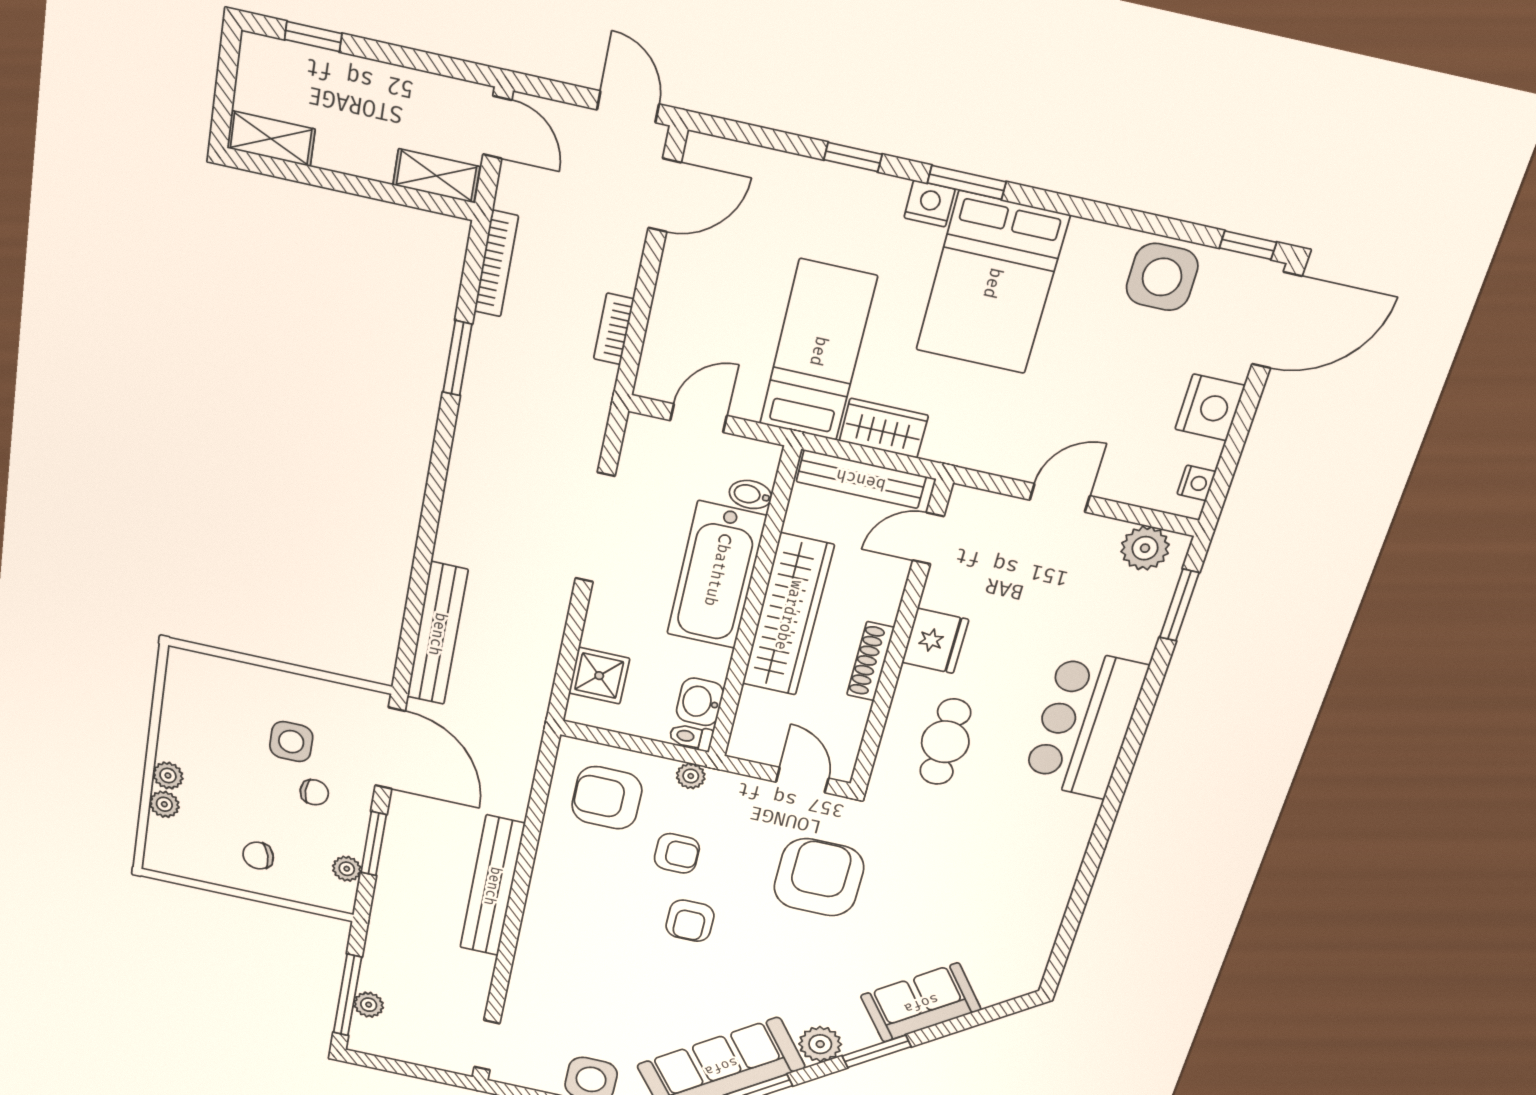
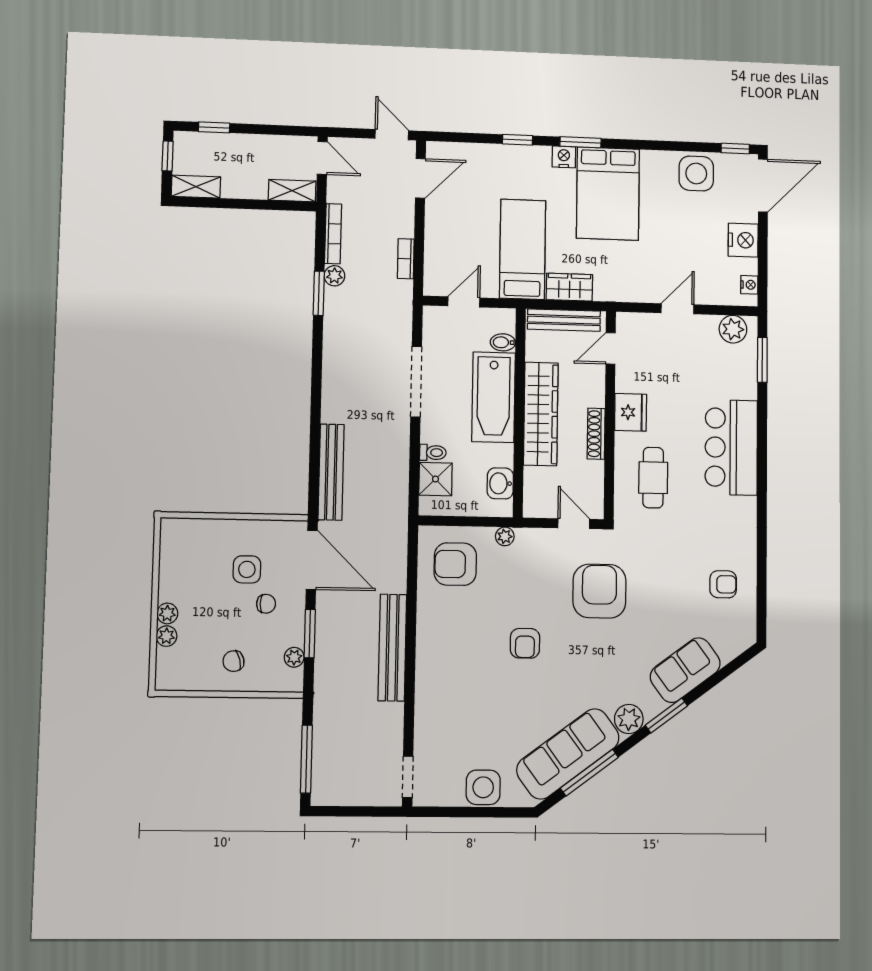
window: (227, 74) -> (168, 156), added
toilet: (691, 737) -> (433, 453), moved, turned 180
armchair: (677, 853) -> (723, 584), moved
plant: (369, 1005) -> (334, 276), moved

